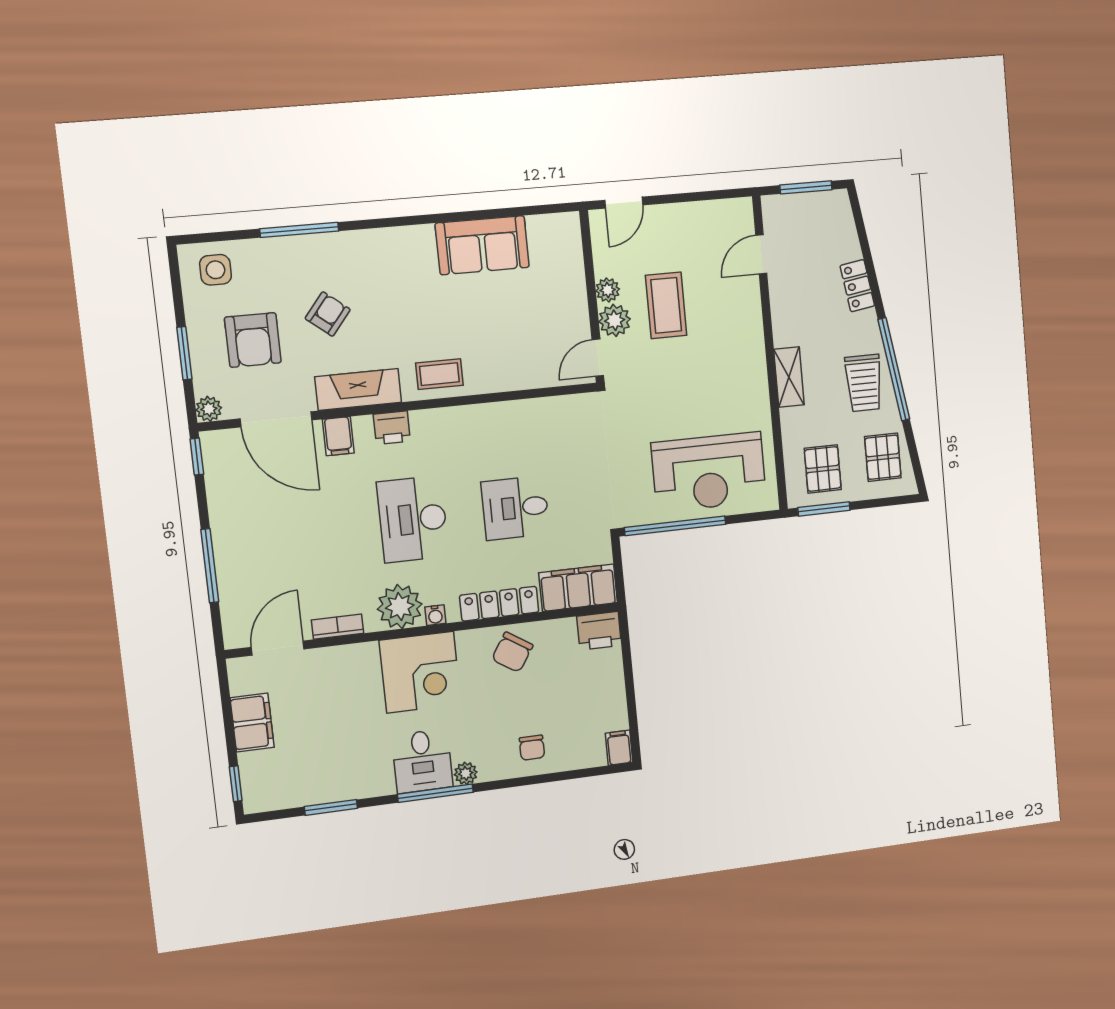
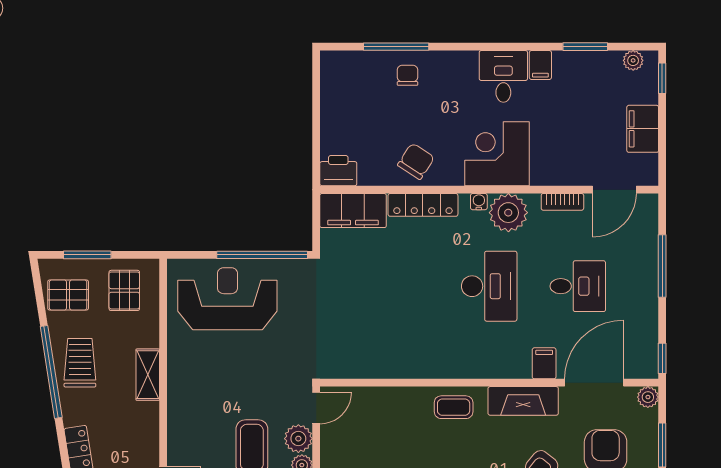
door: (276, 419) -> (594, 383), hinge flipped
printer: (392, 428) -> (499, 366), removed
pallet: (883, 457) -> (68, 295), turned 90
desk: (515, 508) -> (578, 286), moved
window: (824, 509) -> (87, 255), moved
filing cabinet: (619, 748) -> (540, 65), moved
plant: (466, 773) -> (633, 60), moved
window: (435, 793) -> (396, 47), moved

